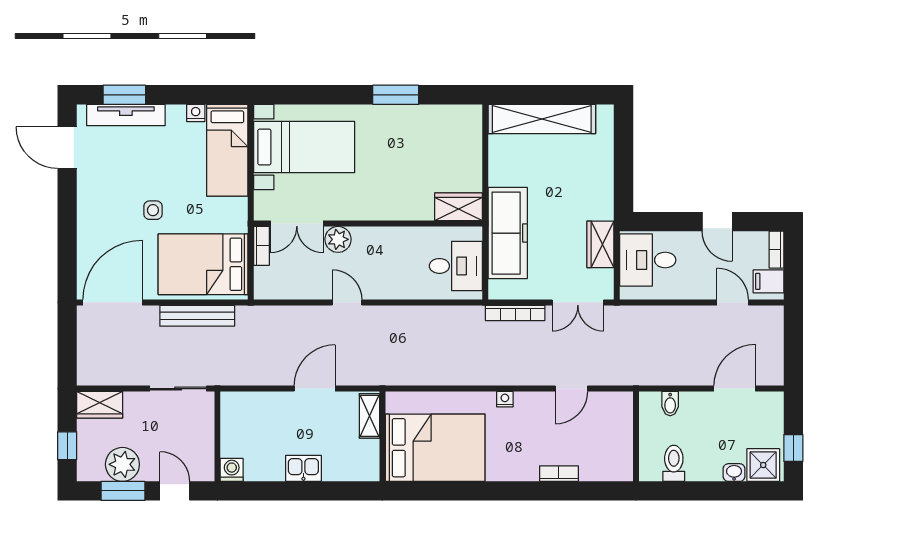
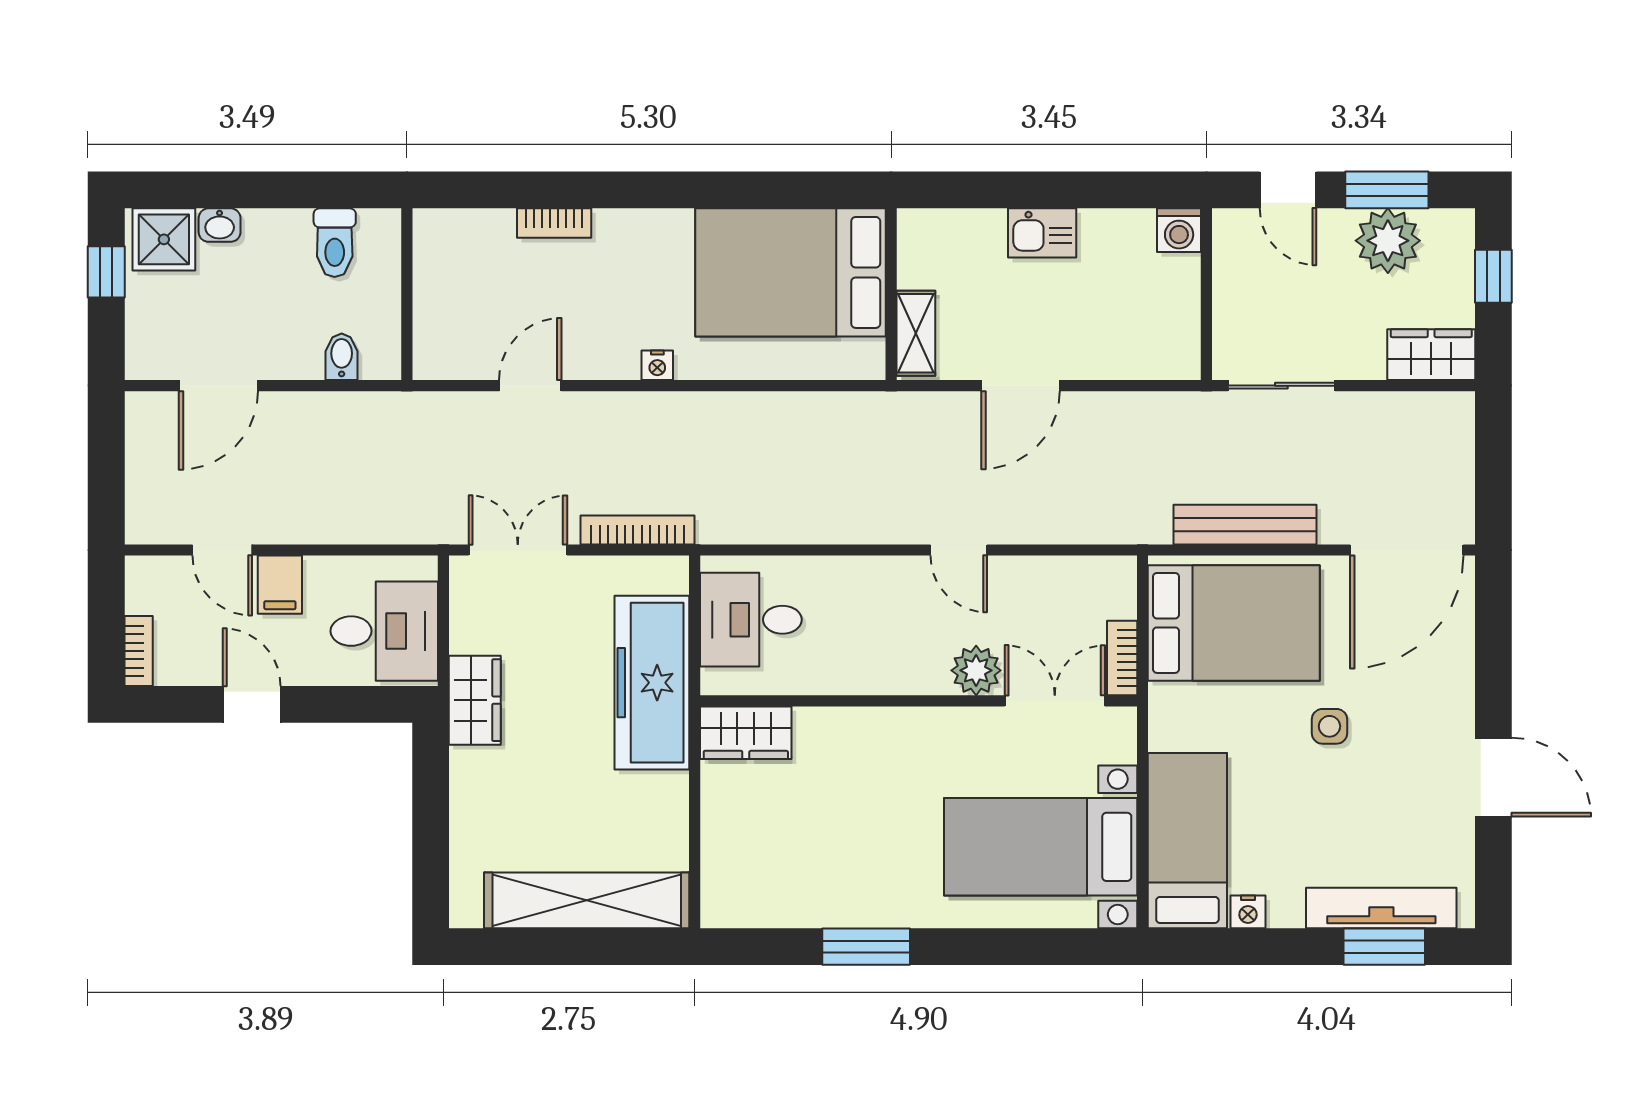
door: (67, 148) -> (1493, 777), moved
wardrobe: (600, 244) -> (475, 700), moved
filing cabinet: (768, 281) -> (280, 585), moved, turned 90

